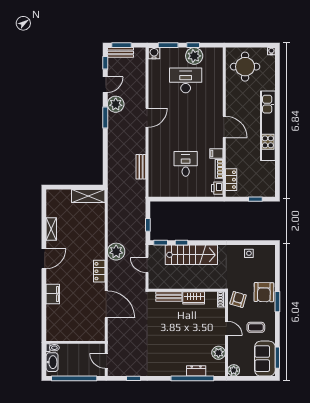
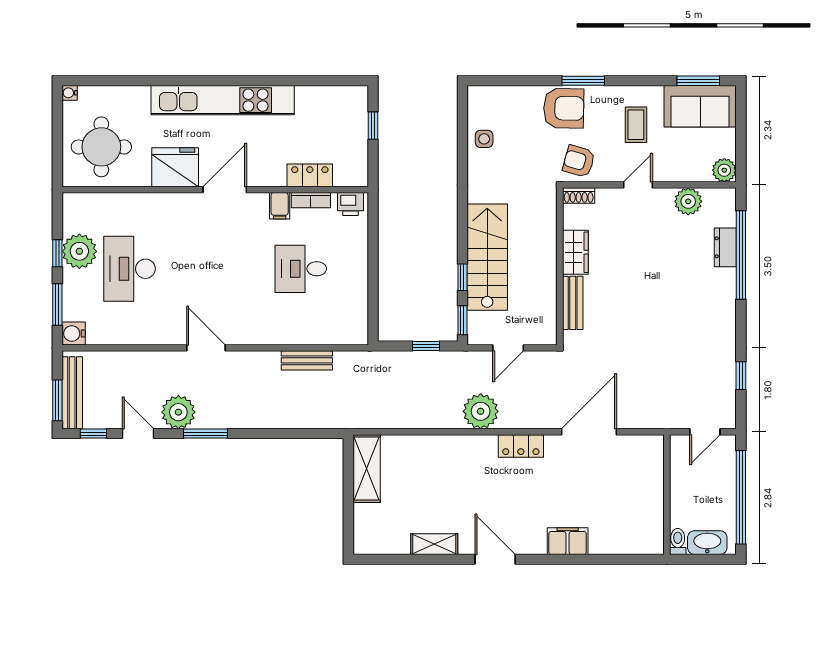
bench: (120, 52) -> (72, 393), width x1.36
fridge: (235, 103) -> (175, 167), added
locker: (231, 180) -> (310, 175), moved

